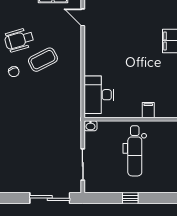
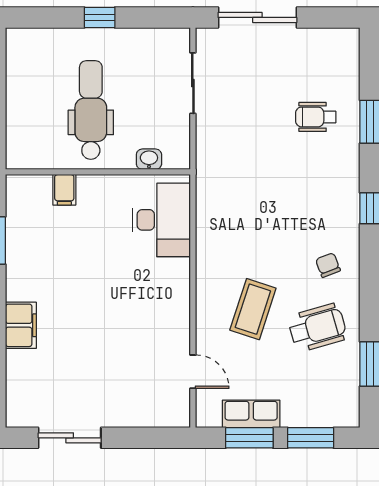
coffee table: (43, 60) -> (253, 309), moved, turned -45
washbasin: (90, 126) -> (149, 159), moved
wheelchair: (20, 147) -> (316, 117), added

